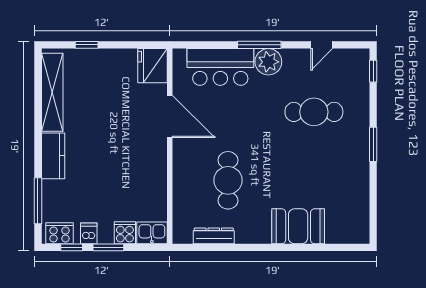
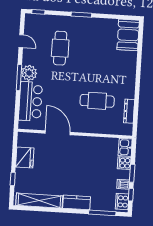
fridge: (152, 66) -> (25, 158), moved, turned -90
door: (170, 117) -> (58, 133), hinge flipped
booth: (298, 226) -> (128, 35), moved

